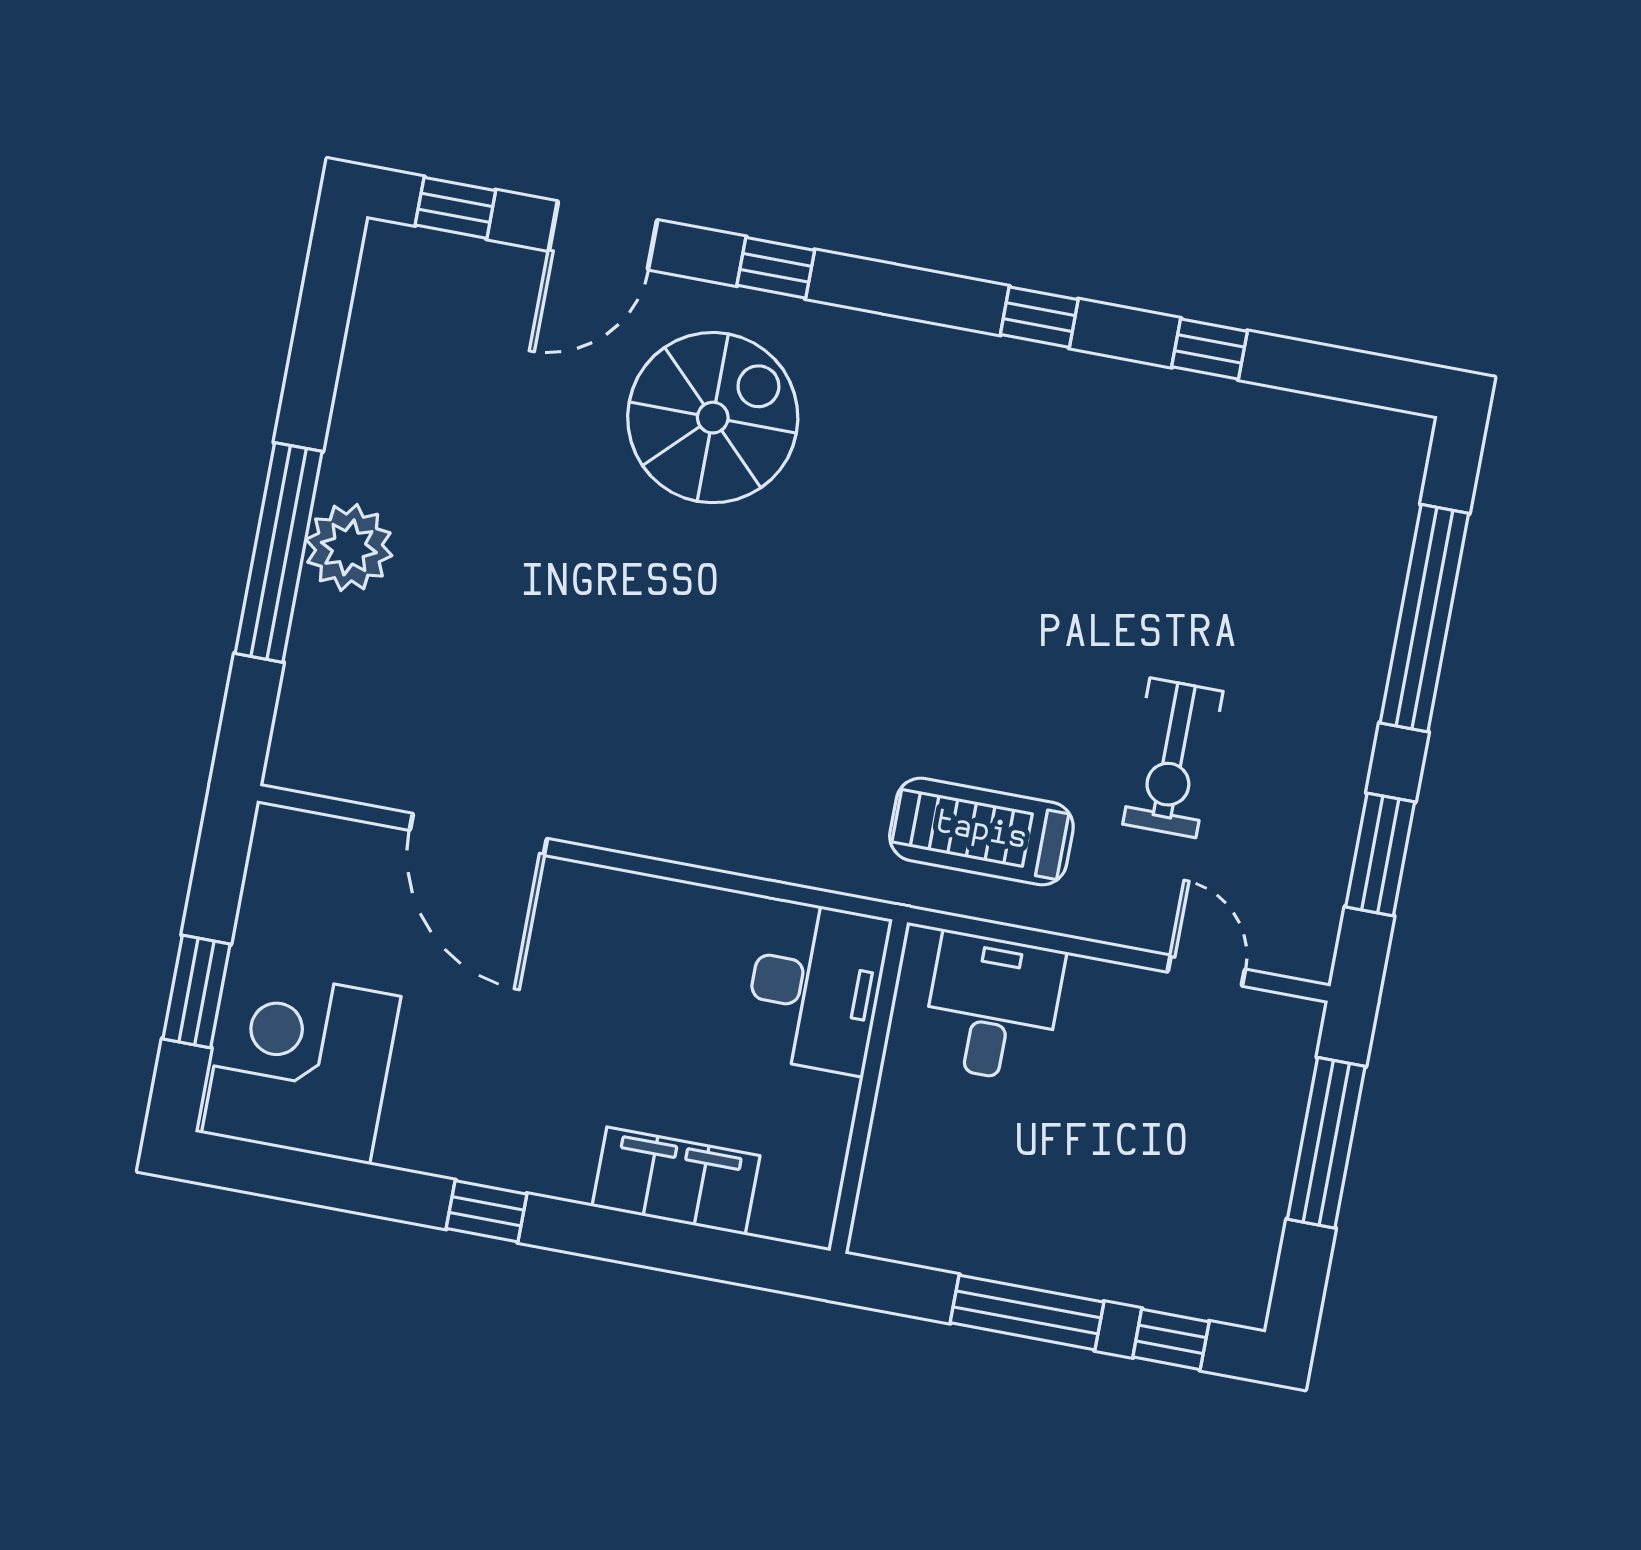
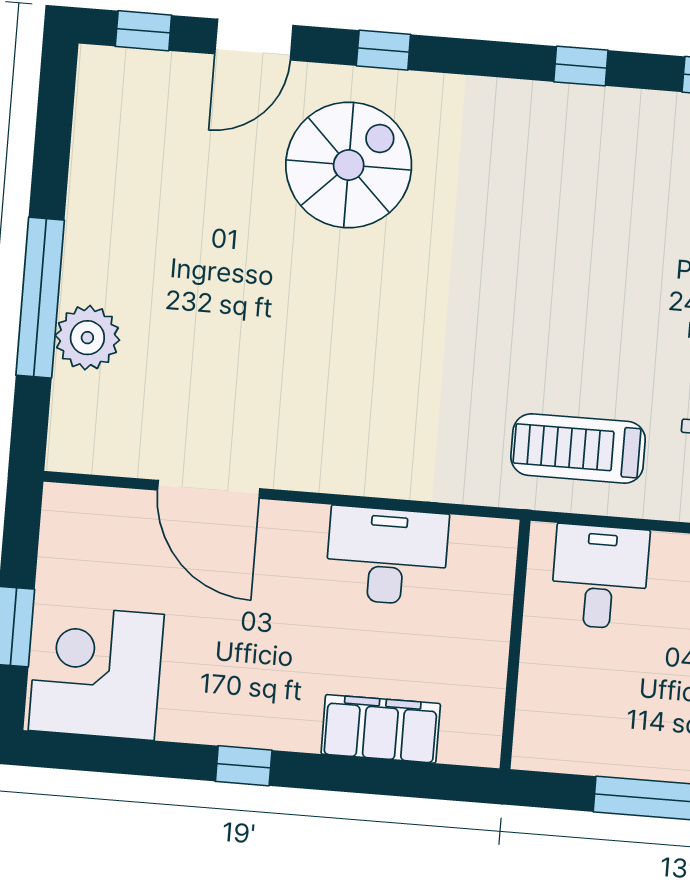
plant: (349, 547) -> (87, 338), moved
desk: (816, 987) -> (387, 556), moved, turned -90

